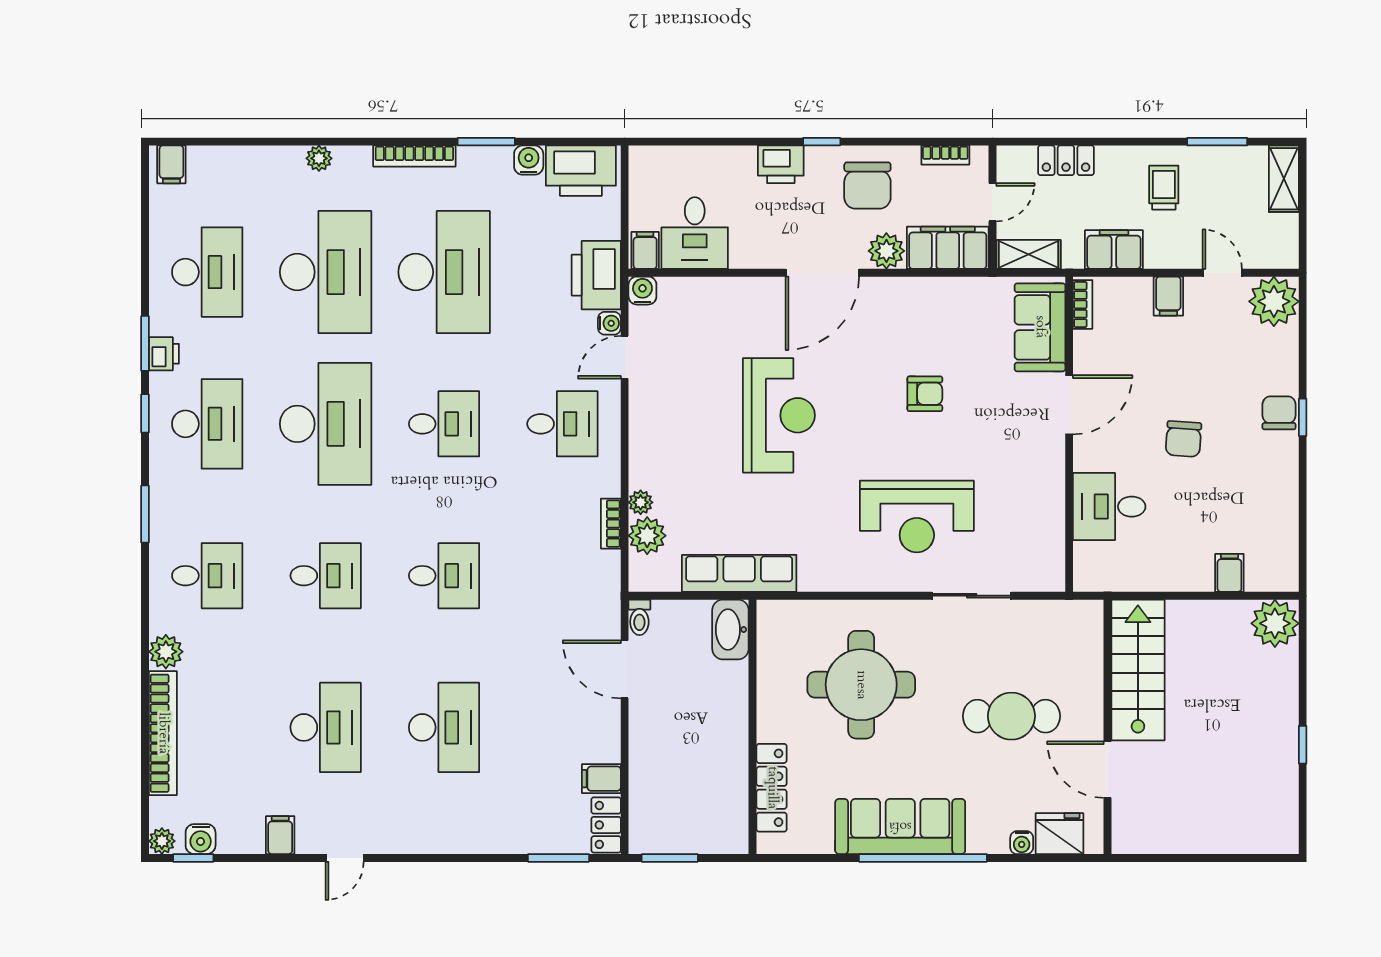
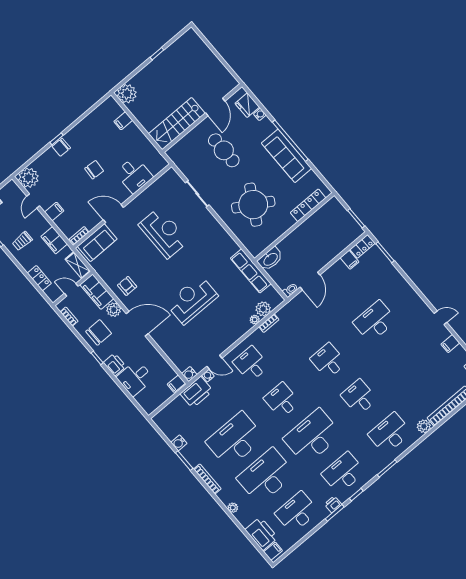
printer: (581, 171) -> (261, 534), moved
desk: (695, 233) -> (135, 378), moved, turned 180
armchair: (925, 394) -> (127, 286), moved
reception desk: (917, 516) -> (164, 233), moved
desk: (207, 576) -> (390, 433), width x1.37
round table: (861, 685) -> (253, 205), turned 30
desk: (326, 727) -> (406, 358), removed

